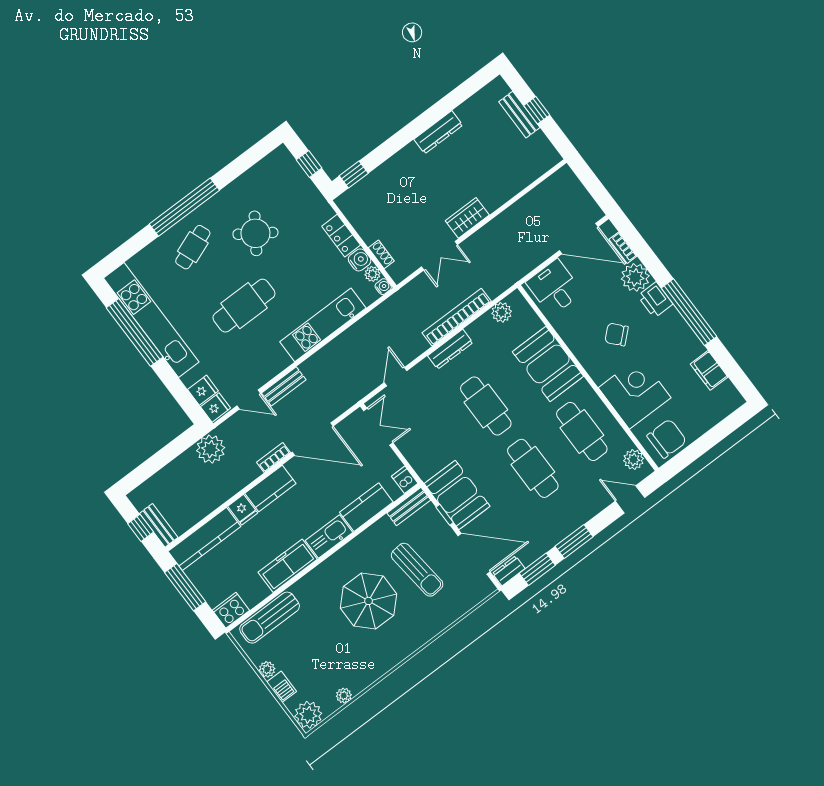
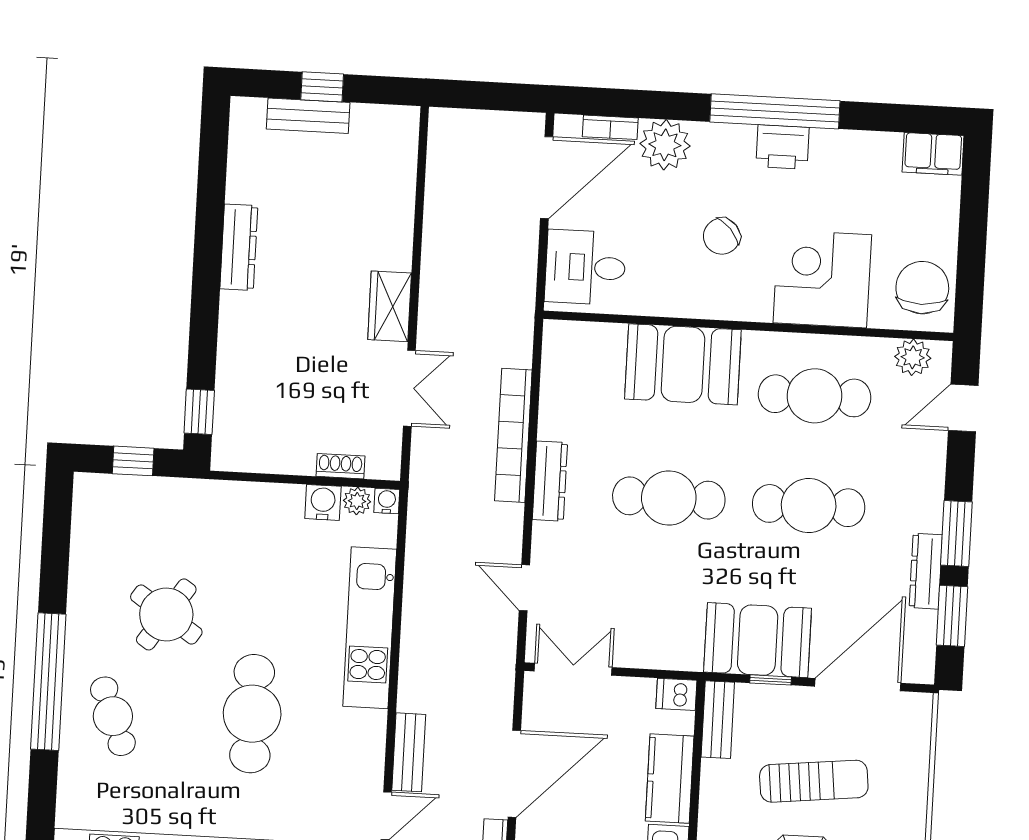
locker: (341, 236) -> (268, 500), removed
printer: (655, 300) -> (783, 147), moved
plant: (502, 312) -> (559, 368), removed
filing cabinet: (709, 370) -> (933, 154), moved
dresser: (509, 571) -> (926, 571), moved, width x1.44

